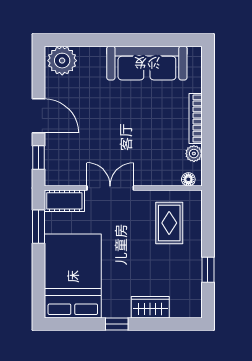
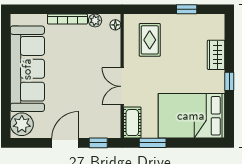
sofa: (147, 63) -> (27, 69), width x1.36, depth x1.27
rug: (169, 223) -> (150, 40), turned 90

